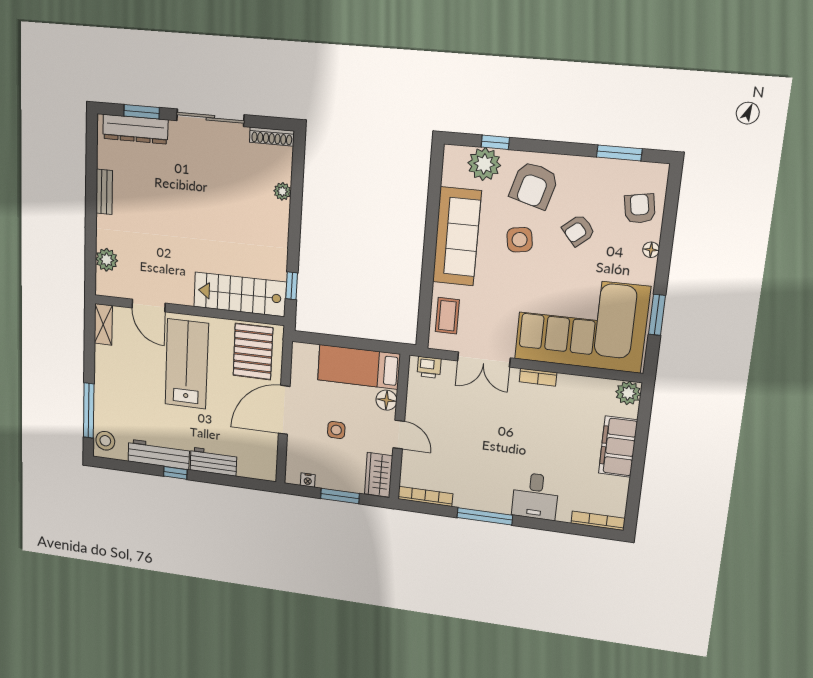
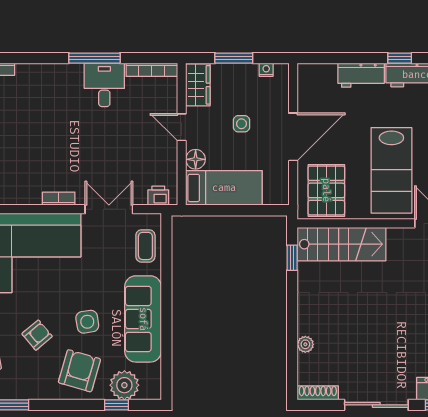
desk: (535, 496) -> (104, 85), moved

